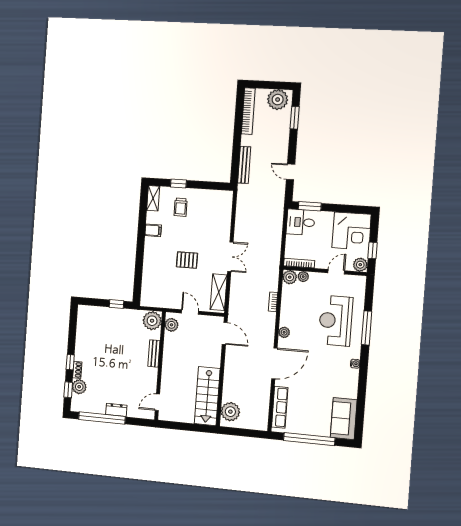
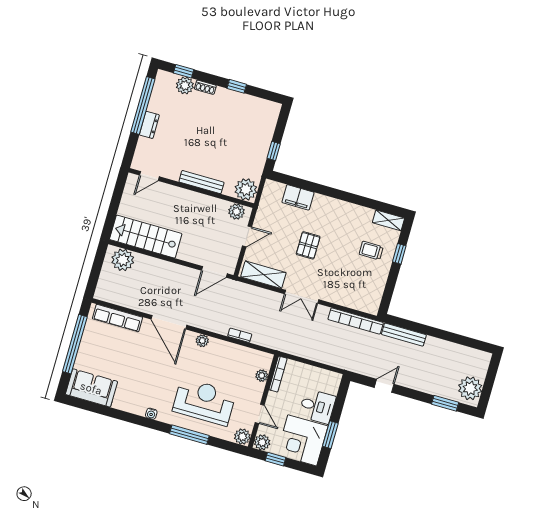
bookcase: (248, 111) -> (356, 321), moved
window: (310, 206) -> (330, 435), moved
desk: (301, 222) -> (317, 406), moved, turned 90
filing cabinet: (153, 230) -> (298, 197), moved, width x2.00
plant: (290, 277) -> (242, 437), moved
bench: (154, 353) -> (201, 182), width x1.36
window: (70, 362) -> (237, 86), moved
door: (157, 402) -> (149, 176), swing flipped

